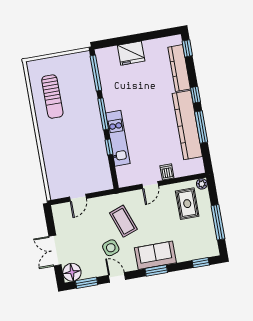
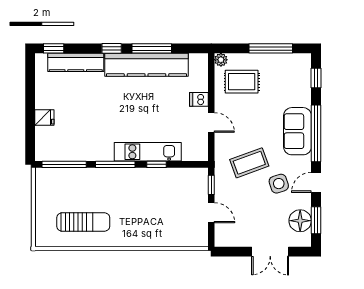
fridge: (131, 53) -> (44, 118), width x0.53, depth x0.75
window: (100, 194) -> (211, 185), added
window: (156, 270) -> (316, 133), width x2.11
floor lamp: (72, 272) -> (300, 221), moved

